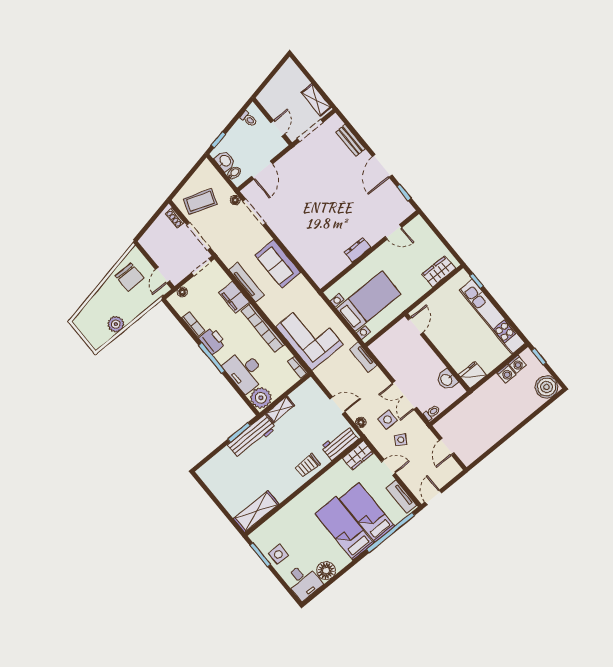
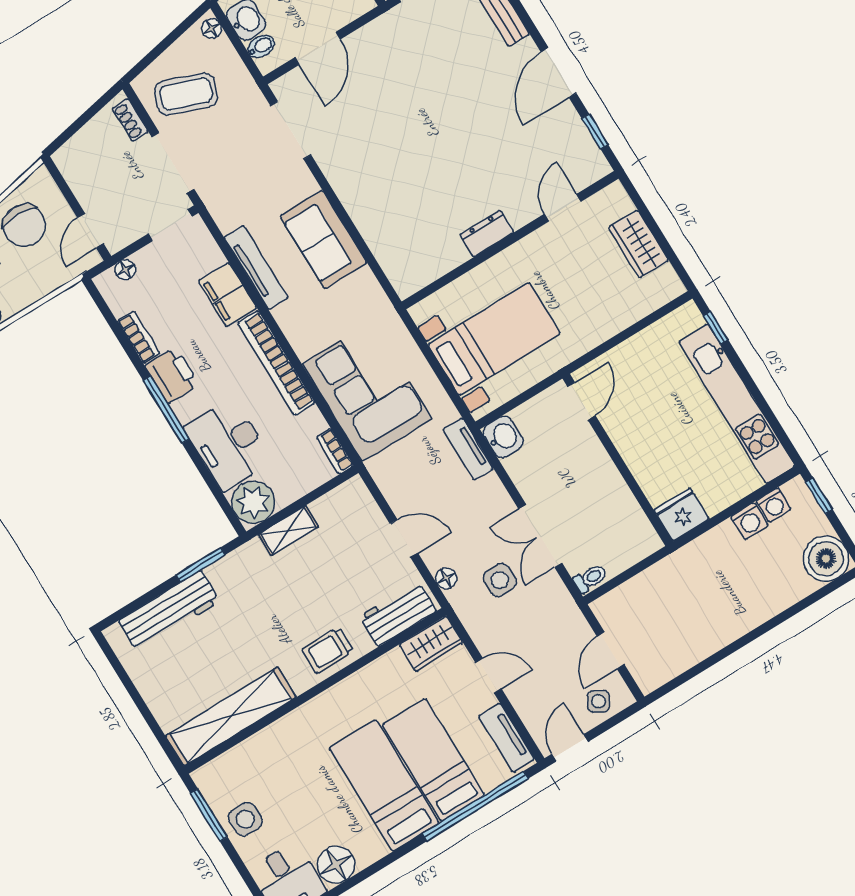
floor lamp: (235, 200) -> (211, 28), moved
door: (393, 232) -> (563, 208), swing flipped
wardrobe: (439, 271) -> (639, 244), moved, turned -90
washbasin: (447, 380) -> (503, 437), moved, turned 180
workbench: (252, 437) -> (169, 611), moved
side table: (401, 440) -> (598, 701), moved
shelving: (256, 511) -> (231, 717), width x1.47

